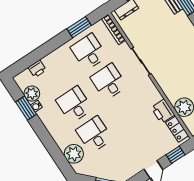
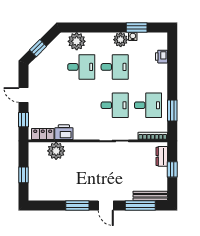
plant: (32, 93) -> (121, 40), moved

